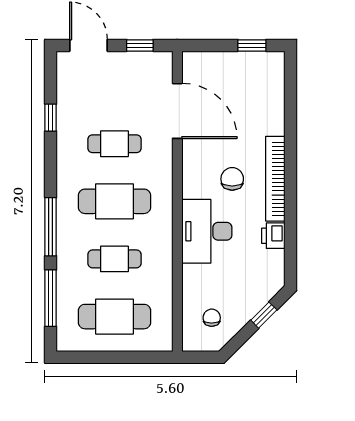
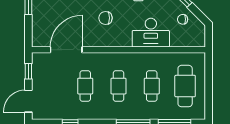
cafe table: (114, 201) -> (118, 86), width x0.73, depth x0.74
desk: (207, 231) -> (151, 33), moved
chair: (212, 318) -> (183, 19), moved

